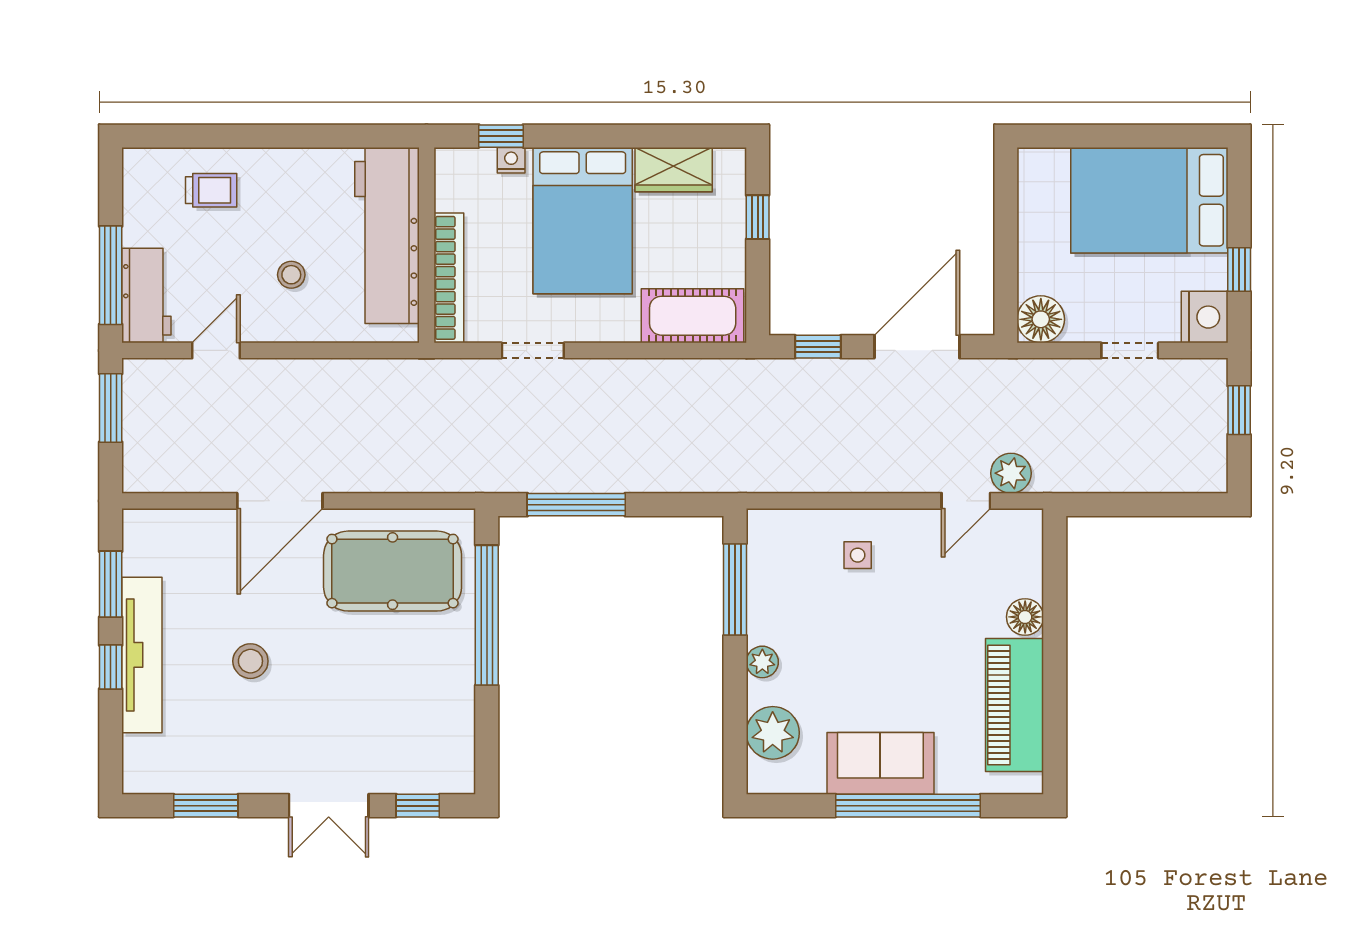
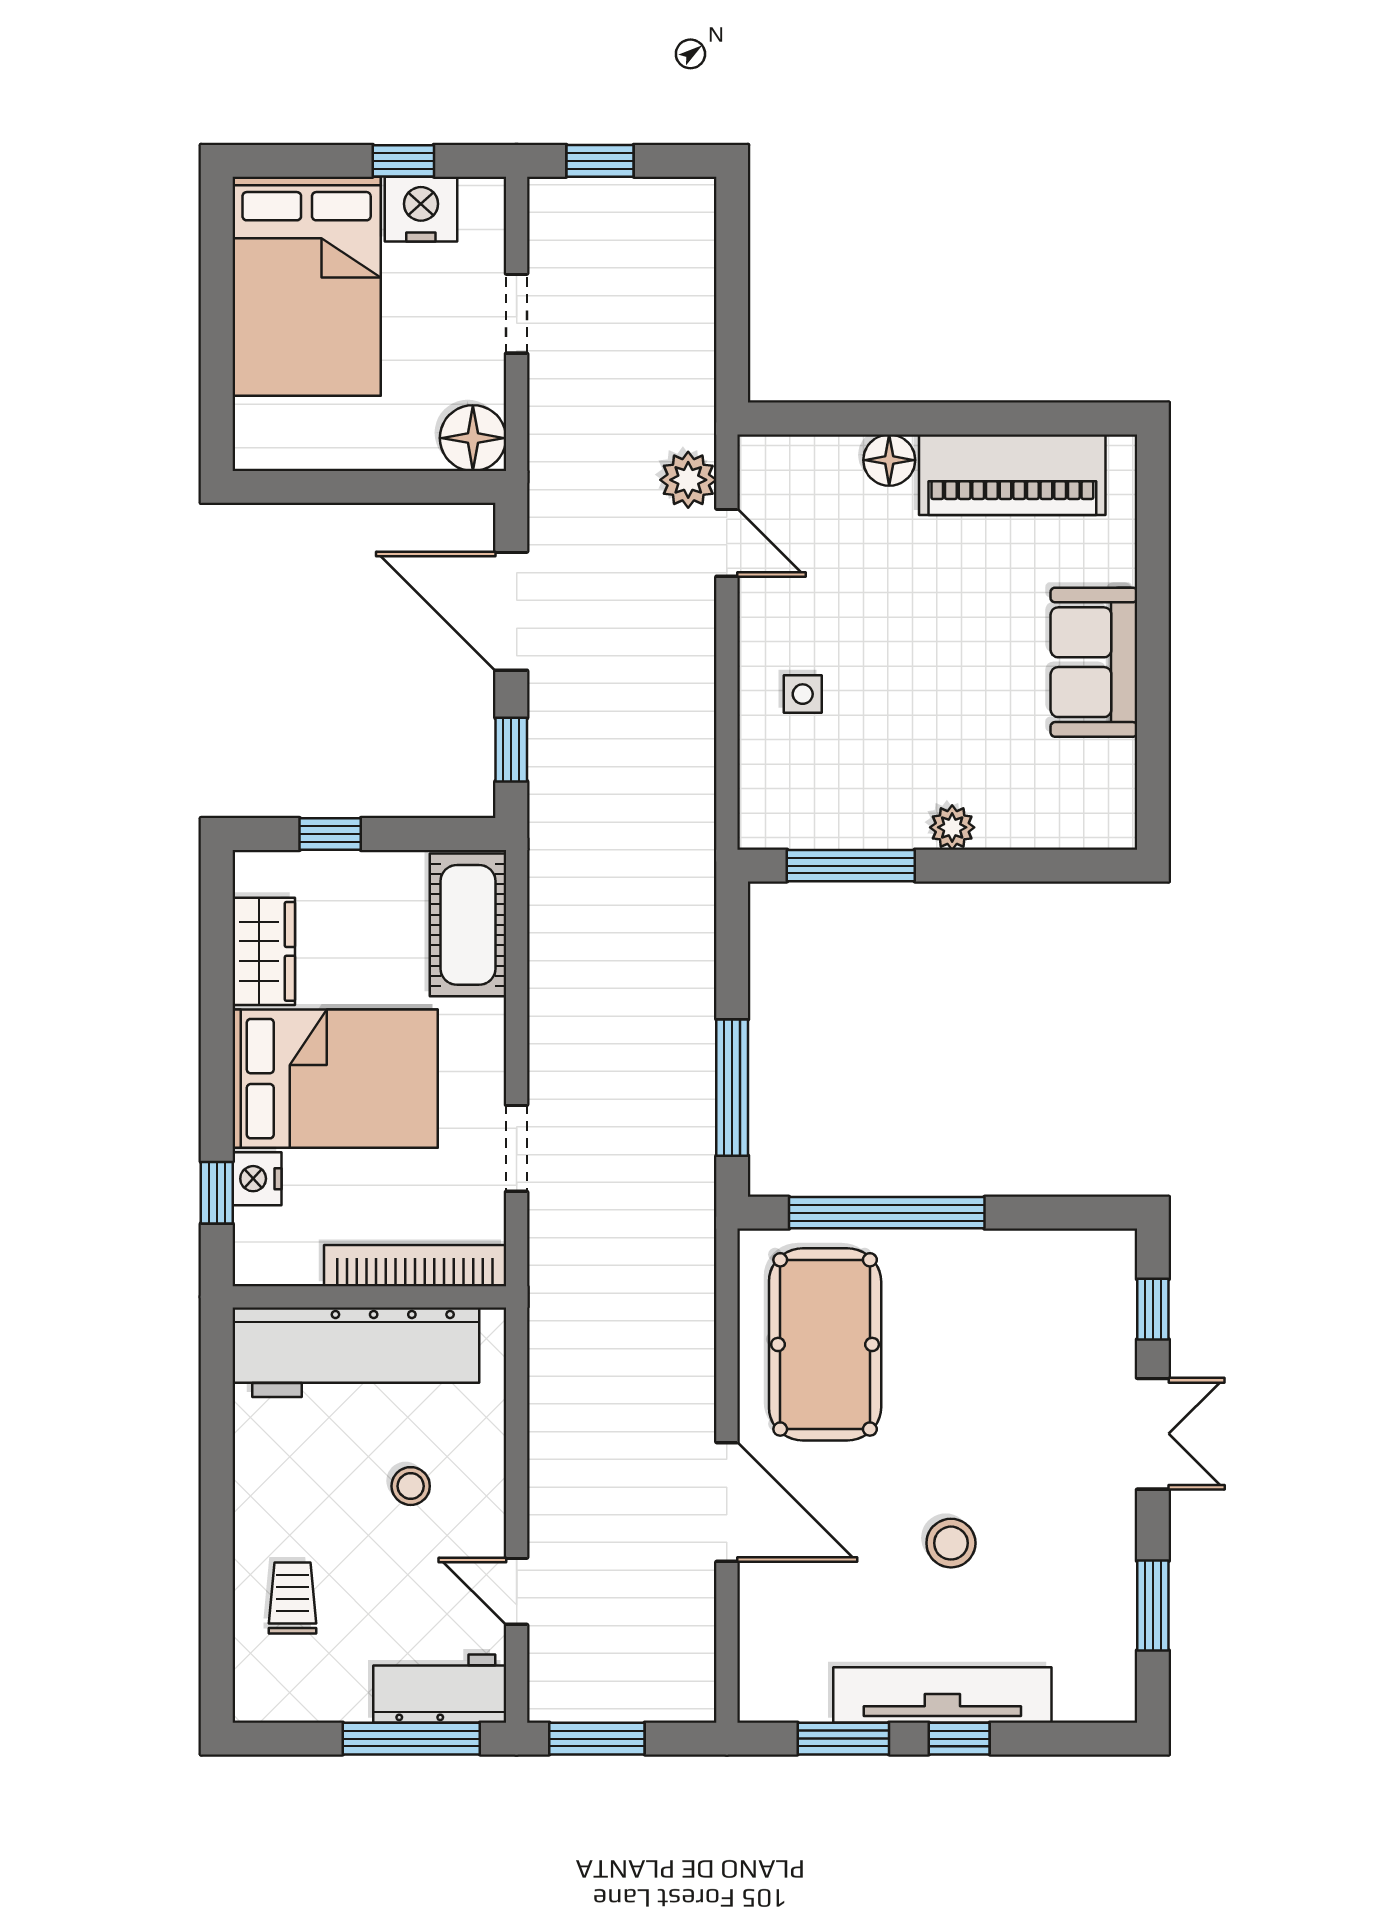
nightstand: (511, 160) -> (257, 1179), width x1.39, depth x1.35
nightstand: (1205, 317) -> (421, 209), moved
plant: (773, 733) -> (1051, 813), removed
window: (908, 806) -> (1153, 624), removed

